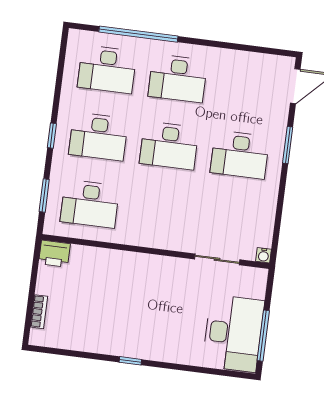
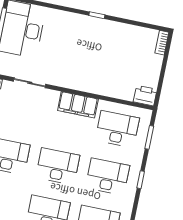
filing cabinet: (147, 234) -> (78, 105), added
bookcase: (39, 312) -> (162, 43), moved

